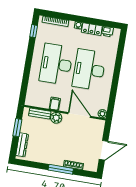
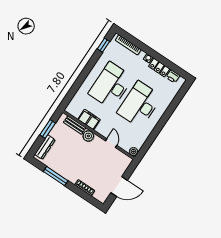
filing cabinet: (55, 104) -> (89, 120), width x2.00
door: (79, 115) -> (111, 143), width x0.53
window: (61, 169) -> (56, 176), moved

